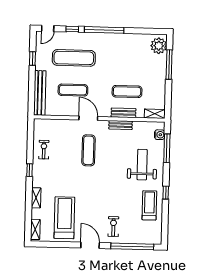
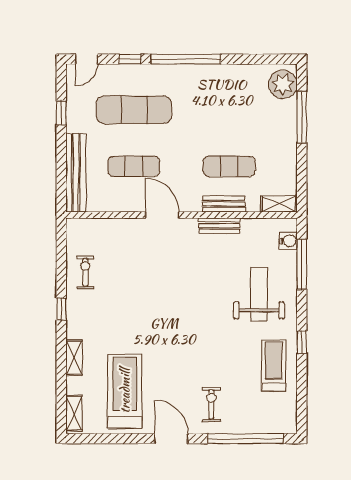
exercise mat: (88, 150) -> (164, 272), removed

